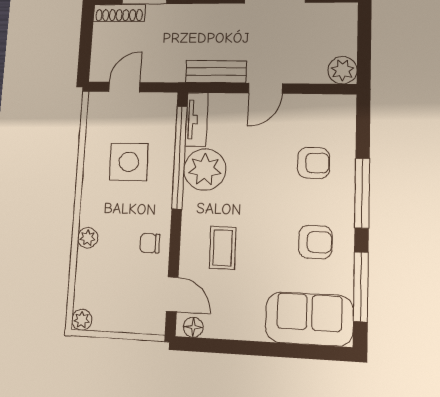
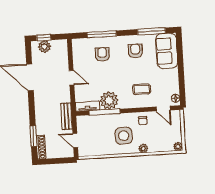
window: (364, 32) -> (44, 38), added
plant: (342, 70) -> (44, 47), moved
bench: (216, 72) -> (66, 116), moved
window: (179, 157) -> (105, 112), width x0.68
side table: (129, 162) -> (124, 136), moved
window: (362, 193) -> (102, 34), moved
door: (172, 294) -> (163, 109), swing flipped

